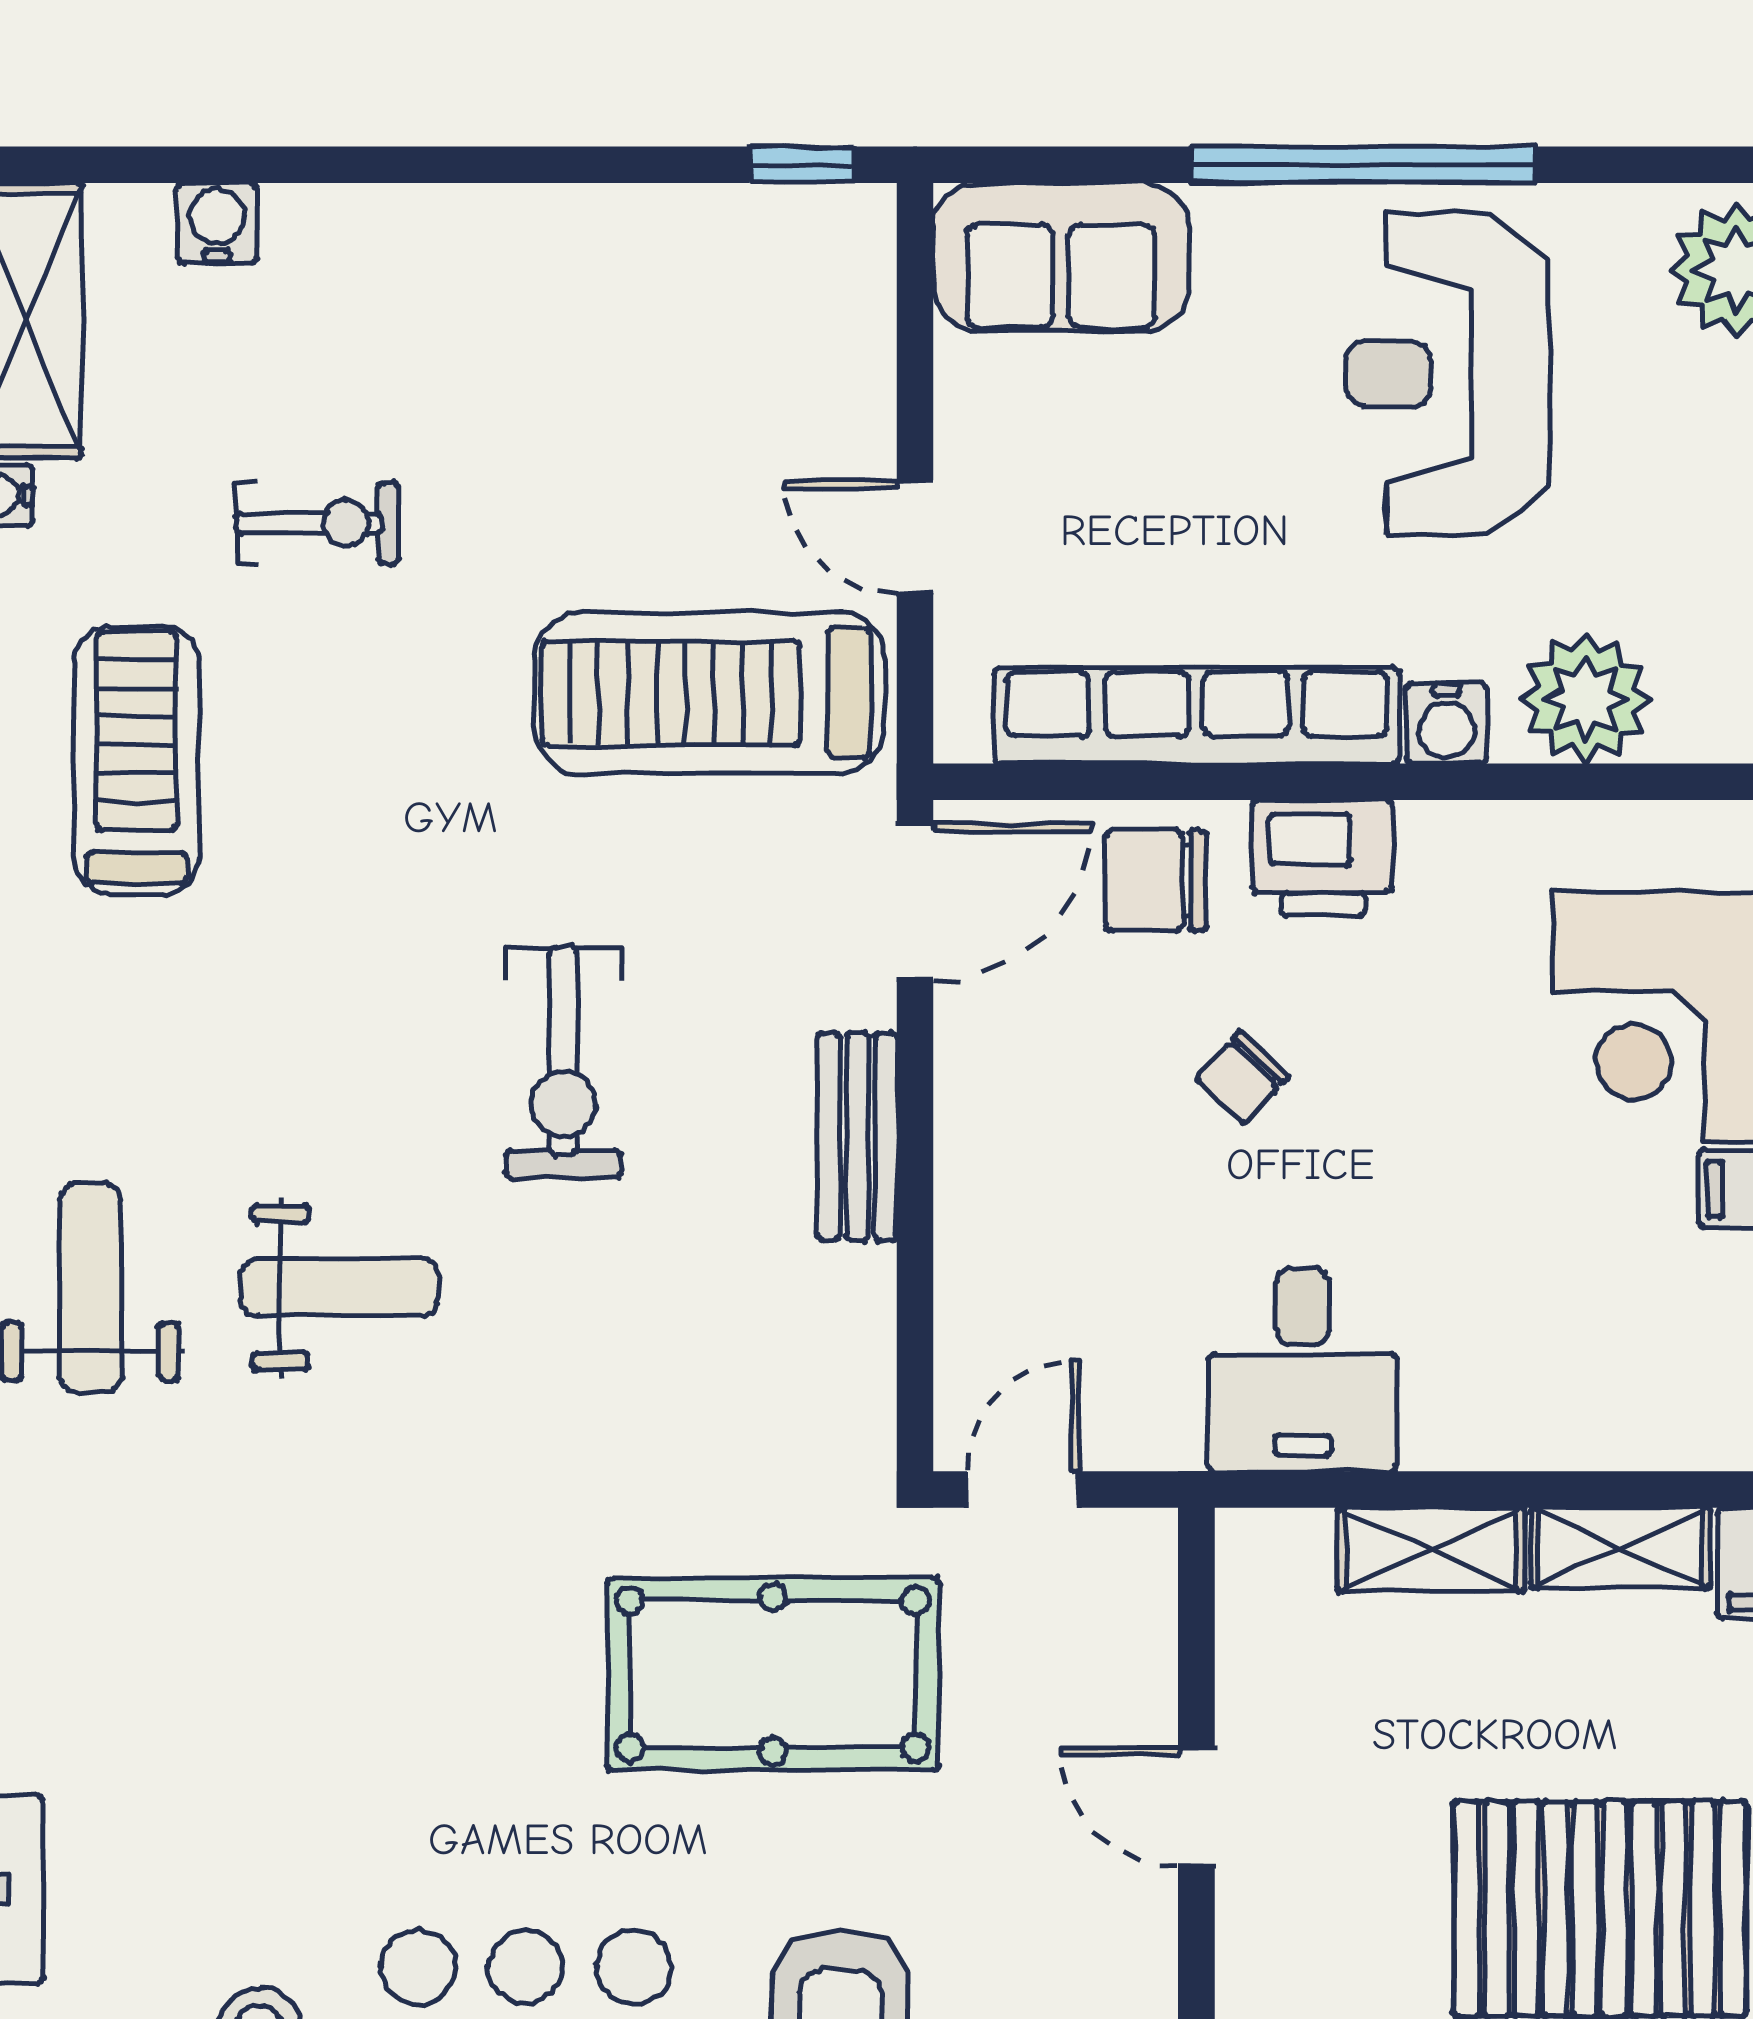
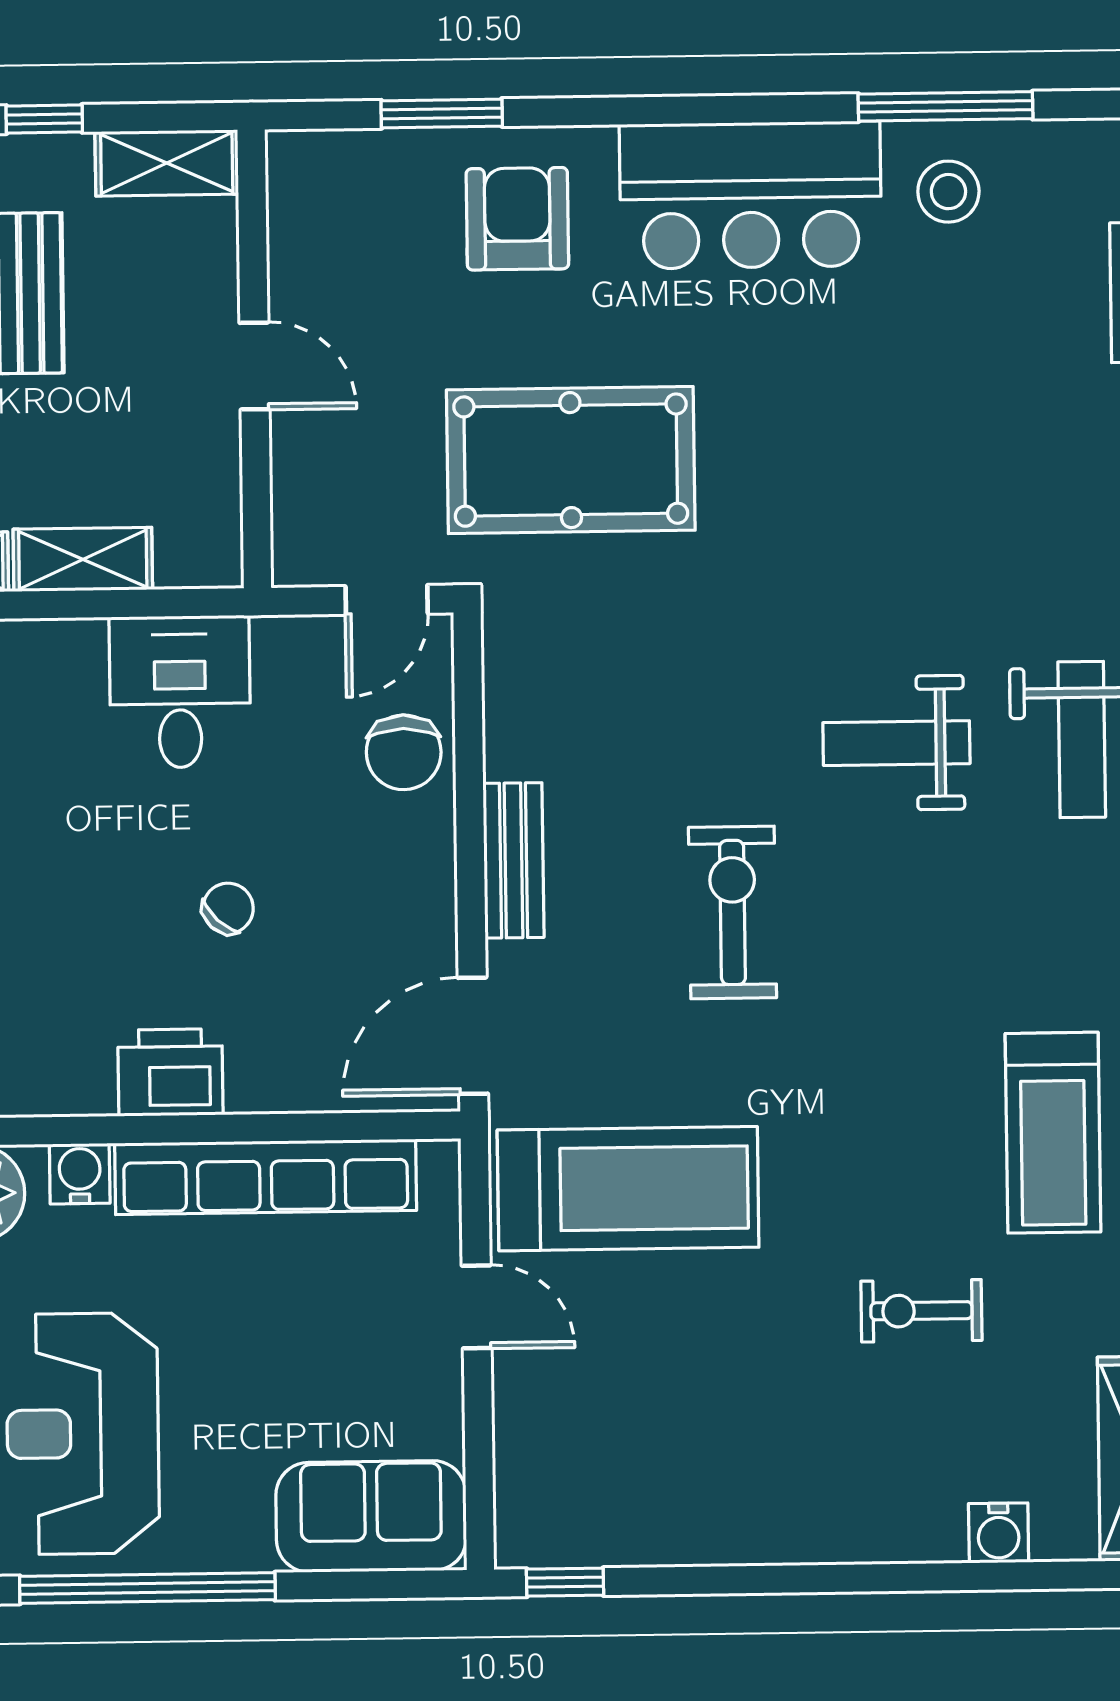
reception desk: (1447, 374) -> (83, 1434), turned 180
chair: (1156, 880) -> (404, 752), moved, turned 90

